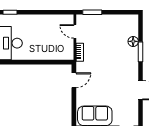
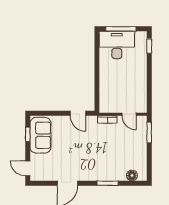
door: (75, 31) -> (129, 114), swing flipped
floor lamp: (133, 41) -> (132, 175), moved

